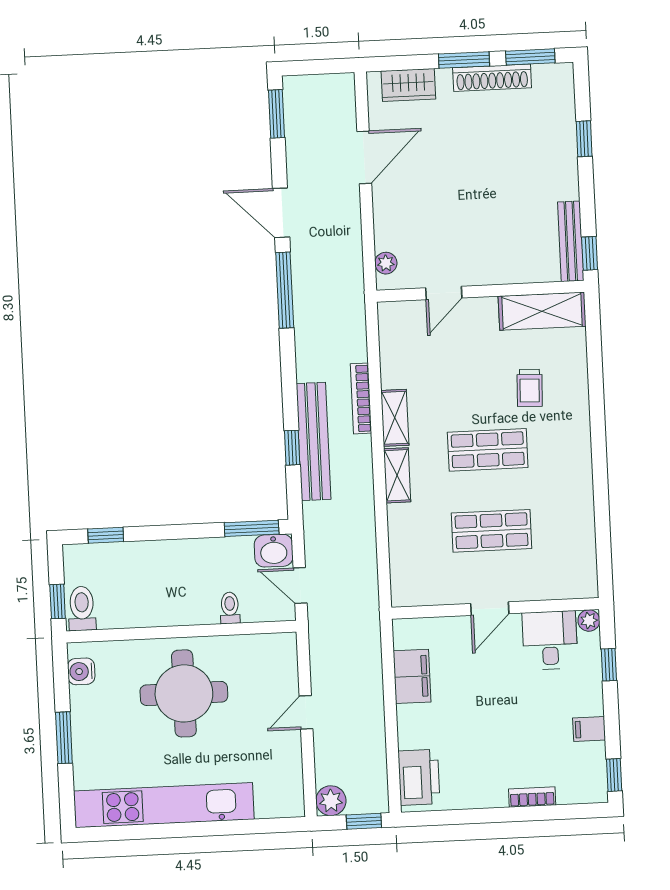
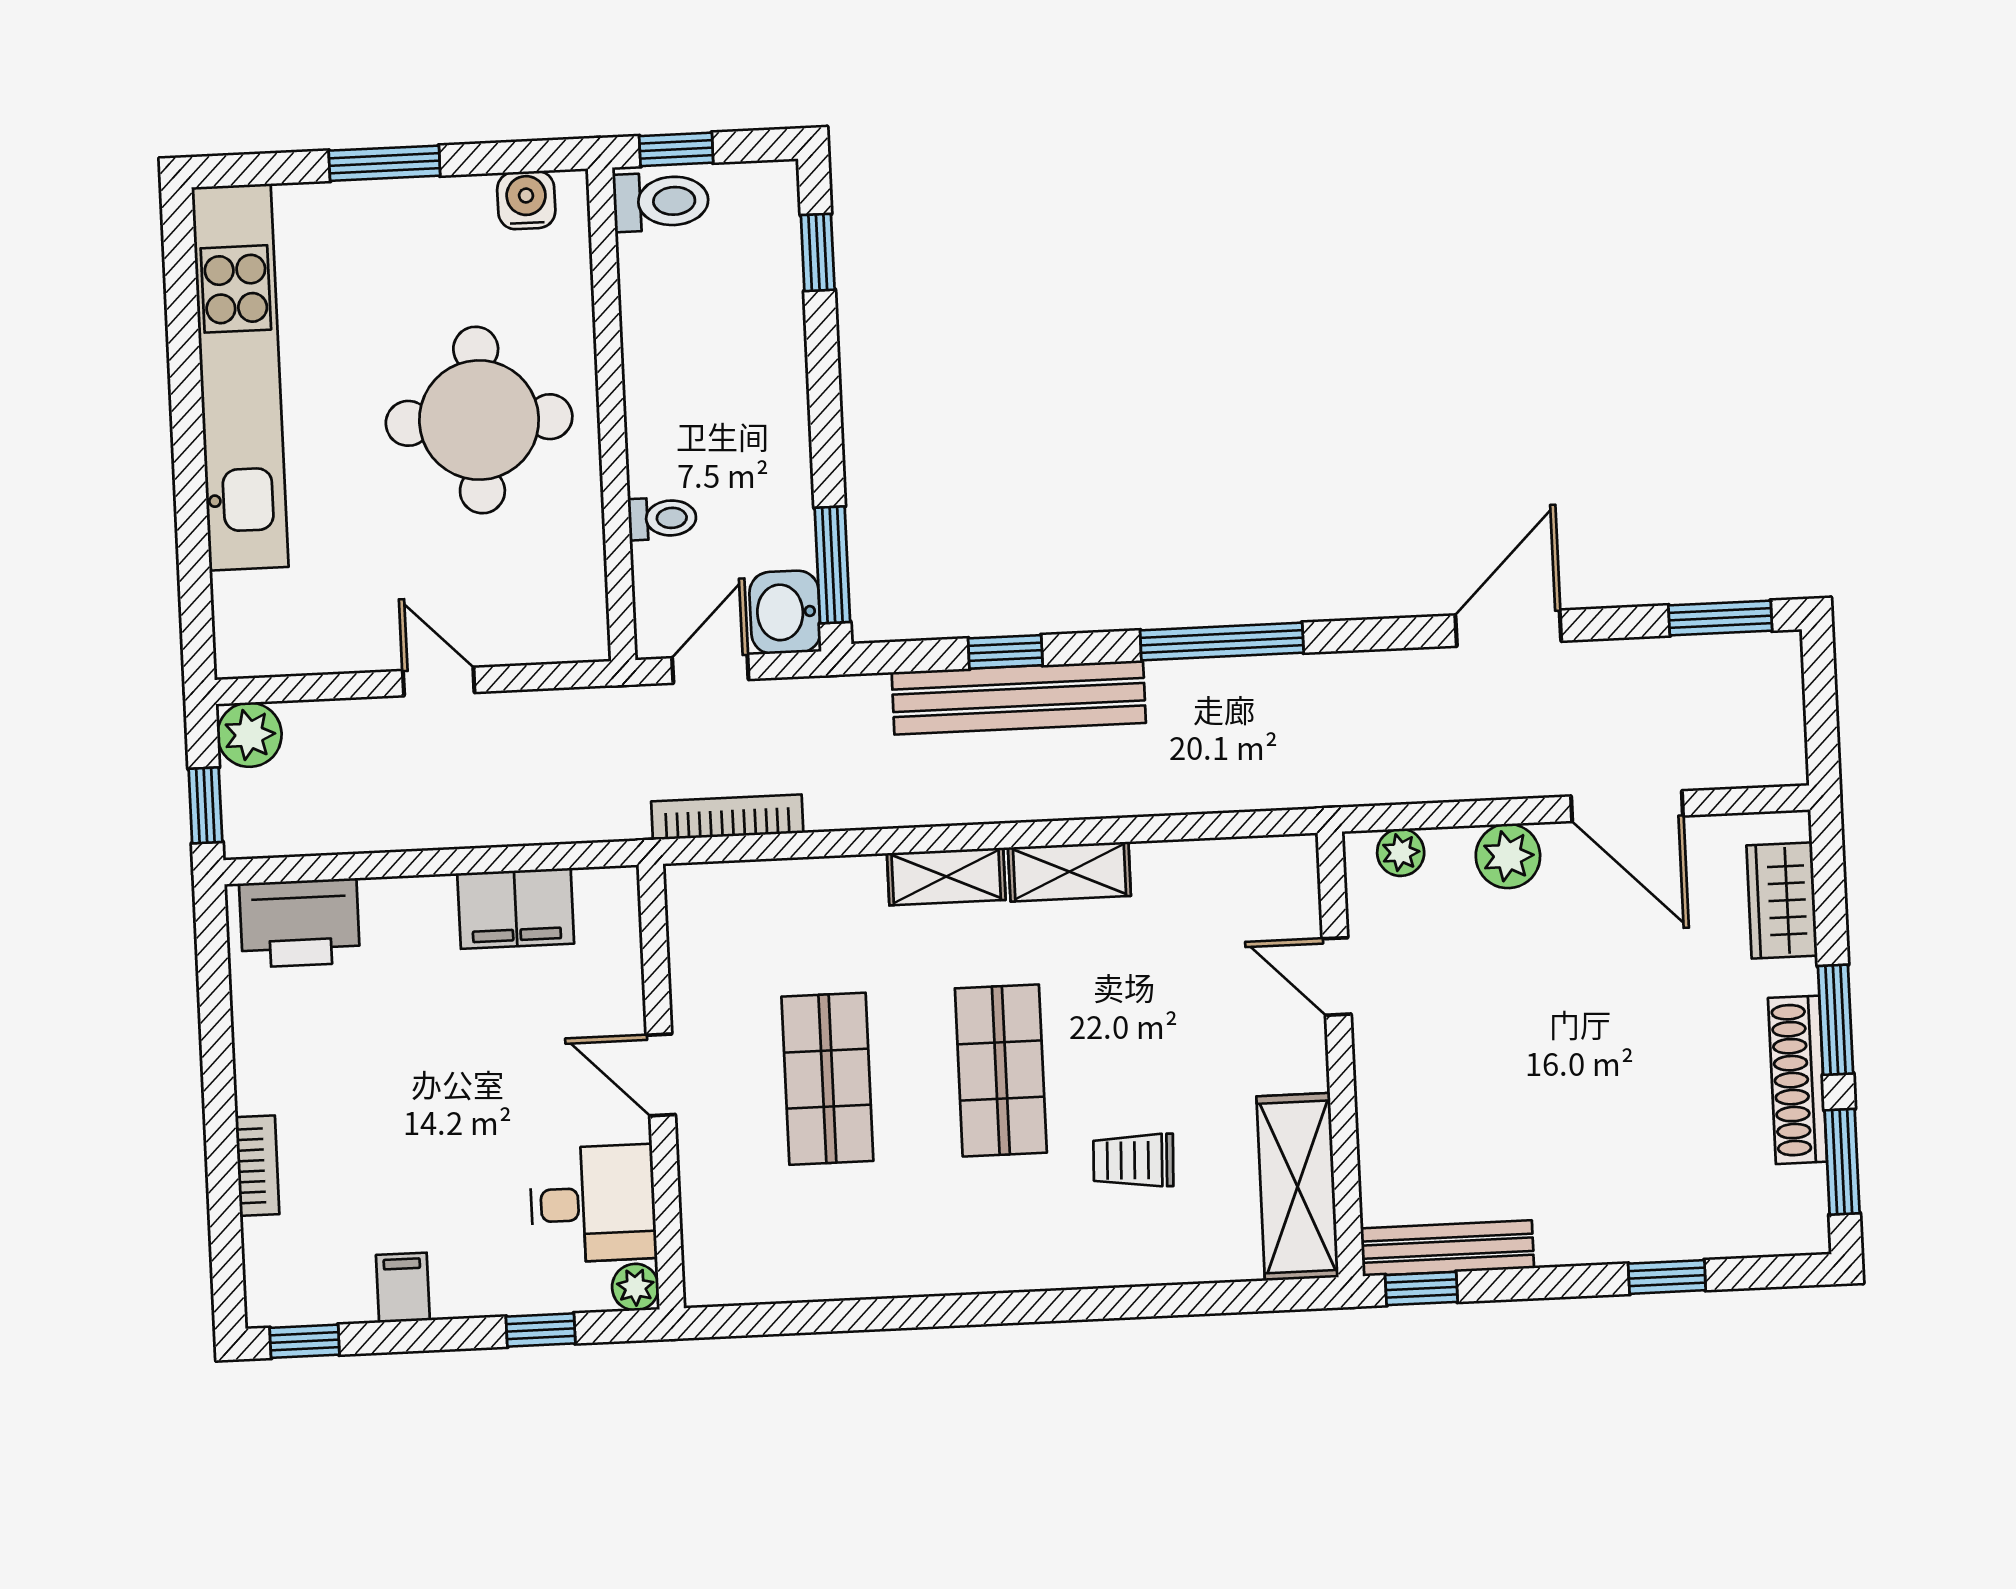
plant: (388, 213) -> (1508, 856), added
window: (285, 290) -> (1222, 642), moved
bookcase: (361, 398) -> (727, 817), moved

